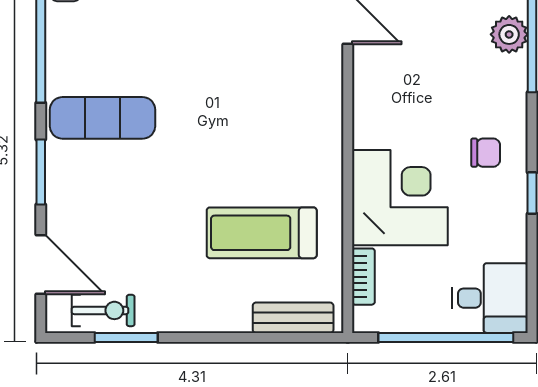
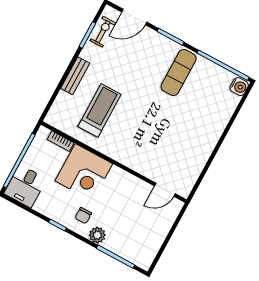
plant: (509, 34) -> (97, 235), moved
exercise bike: (103, 310) -> (103, 32), turned 180
bench: (293, 318) -> (75, 76), moved

